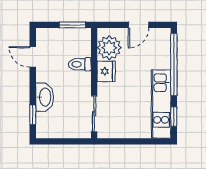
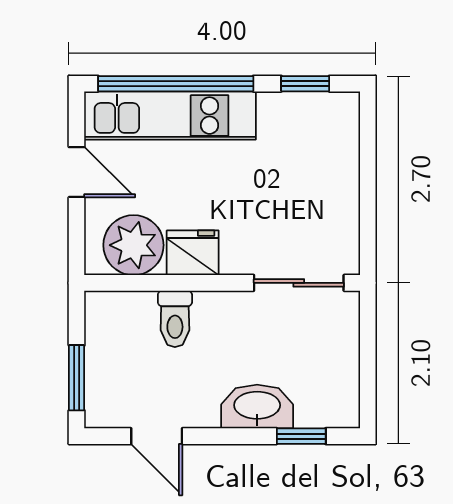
window: (72, 25) -> (77, 378), moved
door: (33, 57) -> (157, 436), hinge flipped
kitchen unit: (161, 104) -> (170, 116), moved

